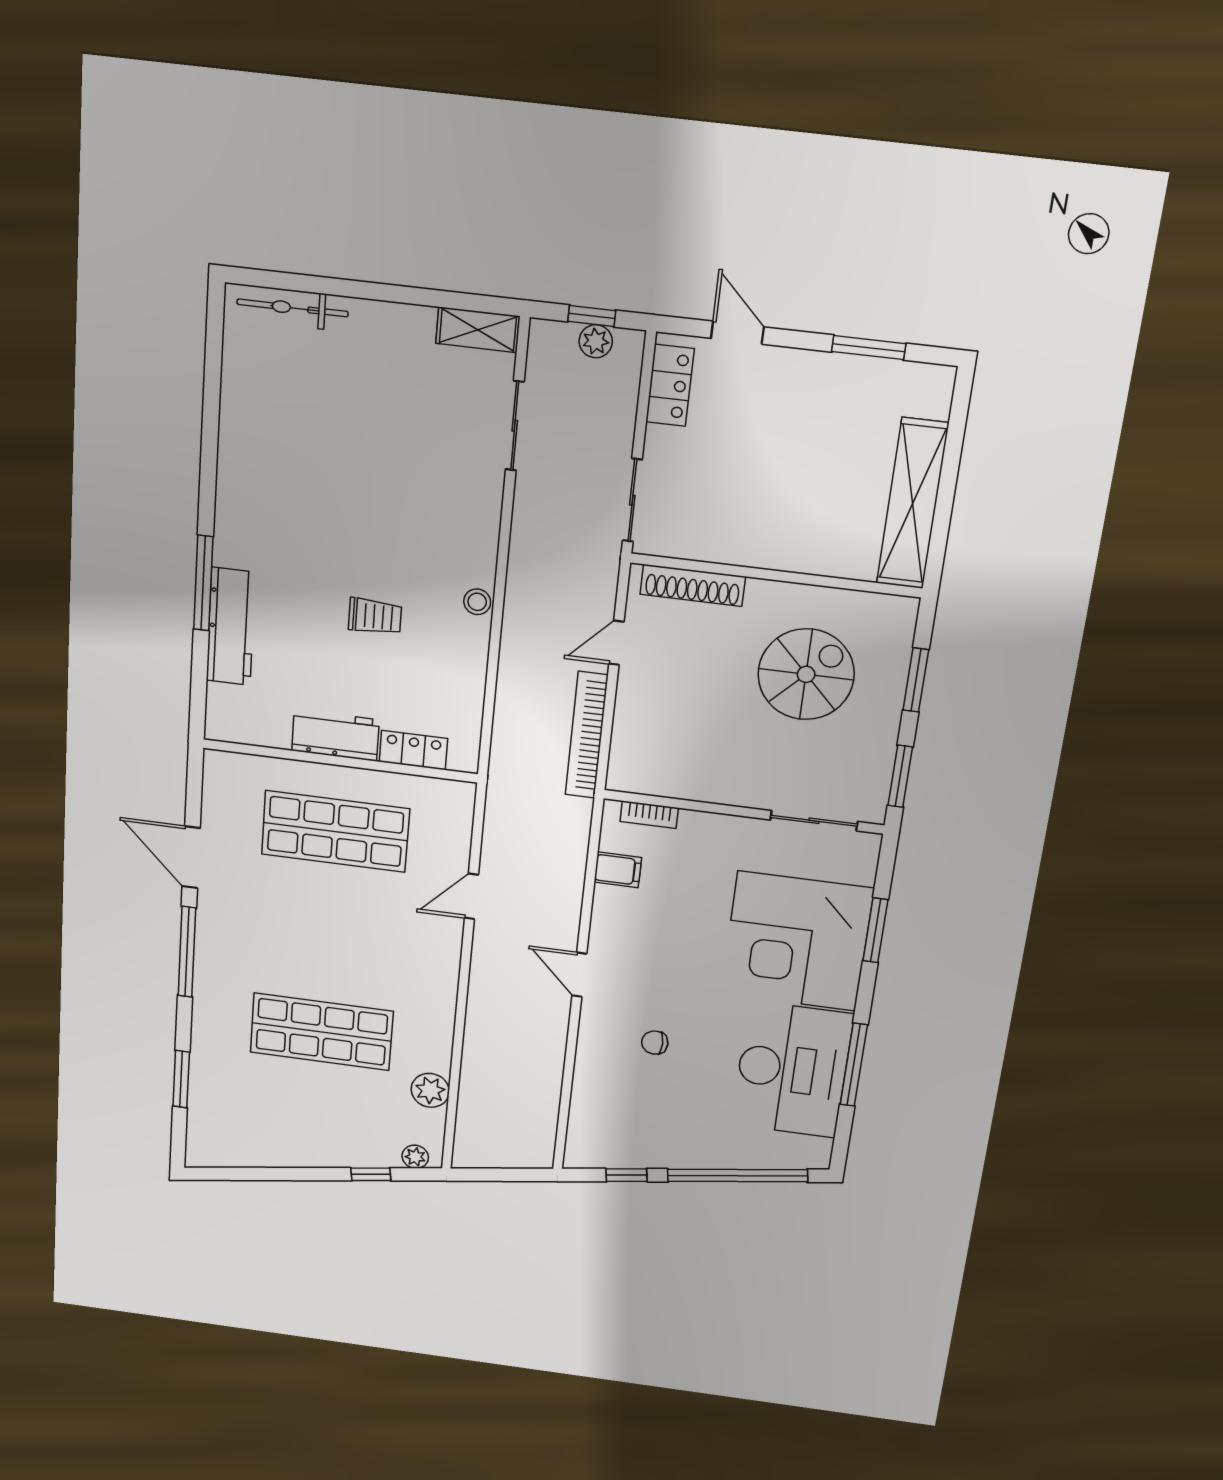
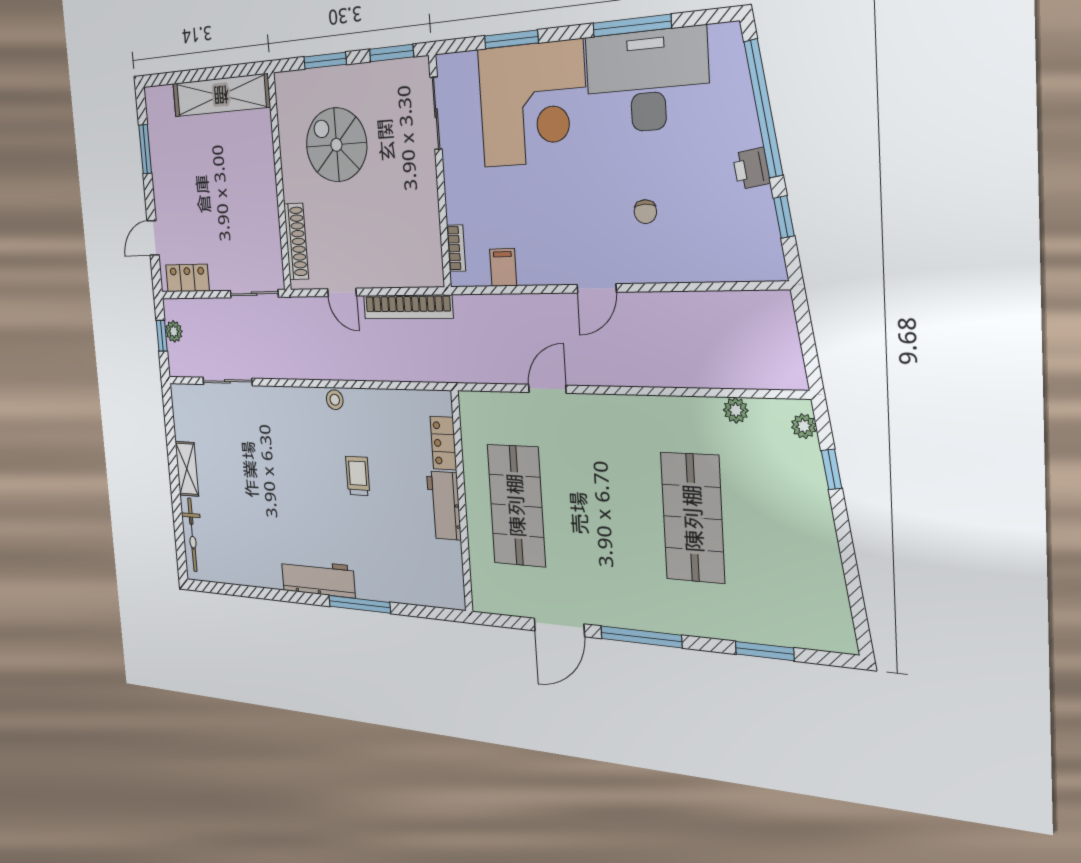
shelving: (478, 330) -> (187, 469), moved
workbench: (231, 627) -> (318, 578), moved
door: (471, 896) -> (547, 389), swing flipped
plant: (430, 1090) -> (736, 410), width x0.73, depth x0.73
printer: (680, 1154) -> (751, 168), added

